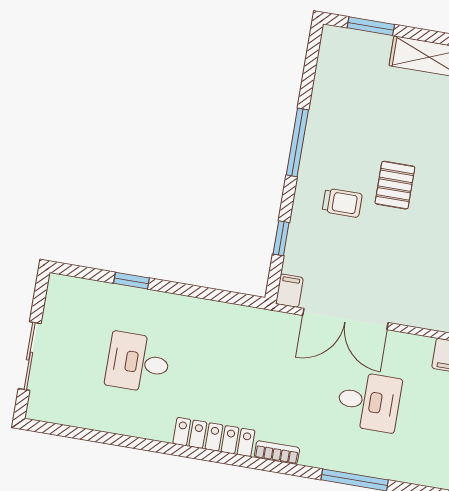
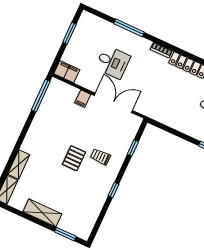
window: (297, 142) -> (114, 190), width x0.46
filing cabinet: (289, 291) -> (83, 99), moved
desk: (369, 402) -> (113, 62), turned 180

